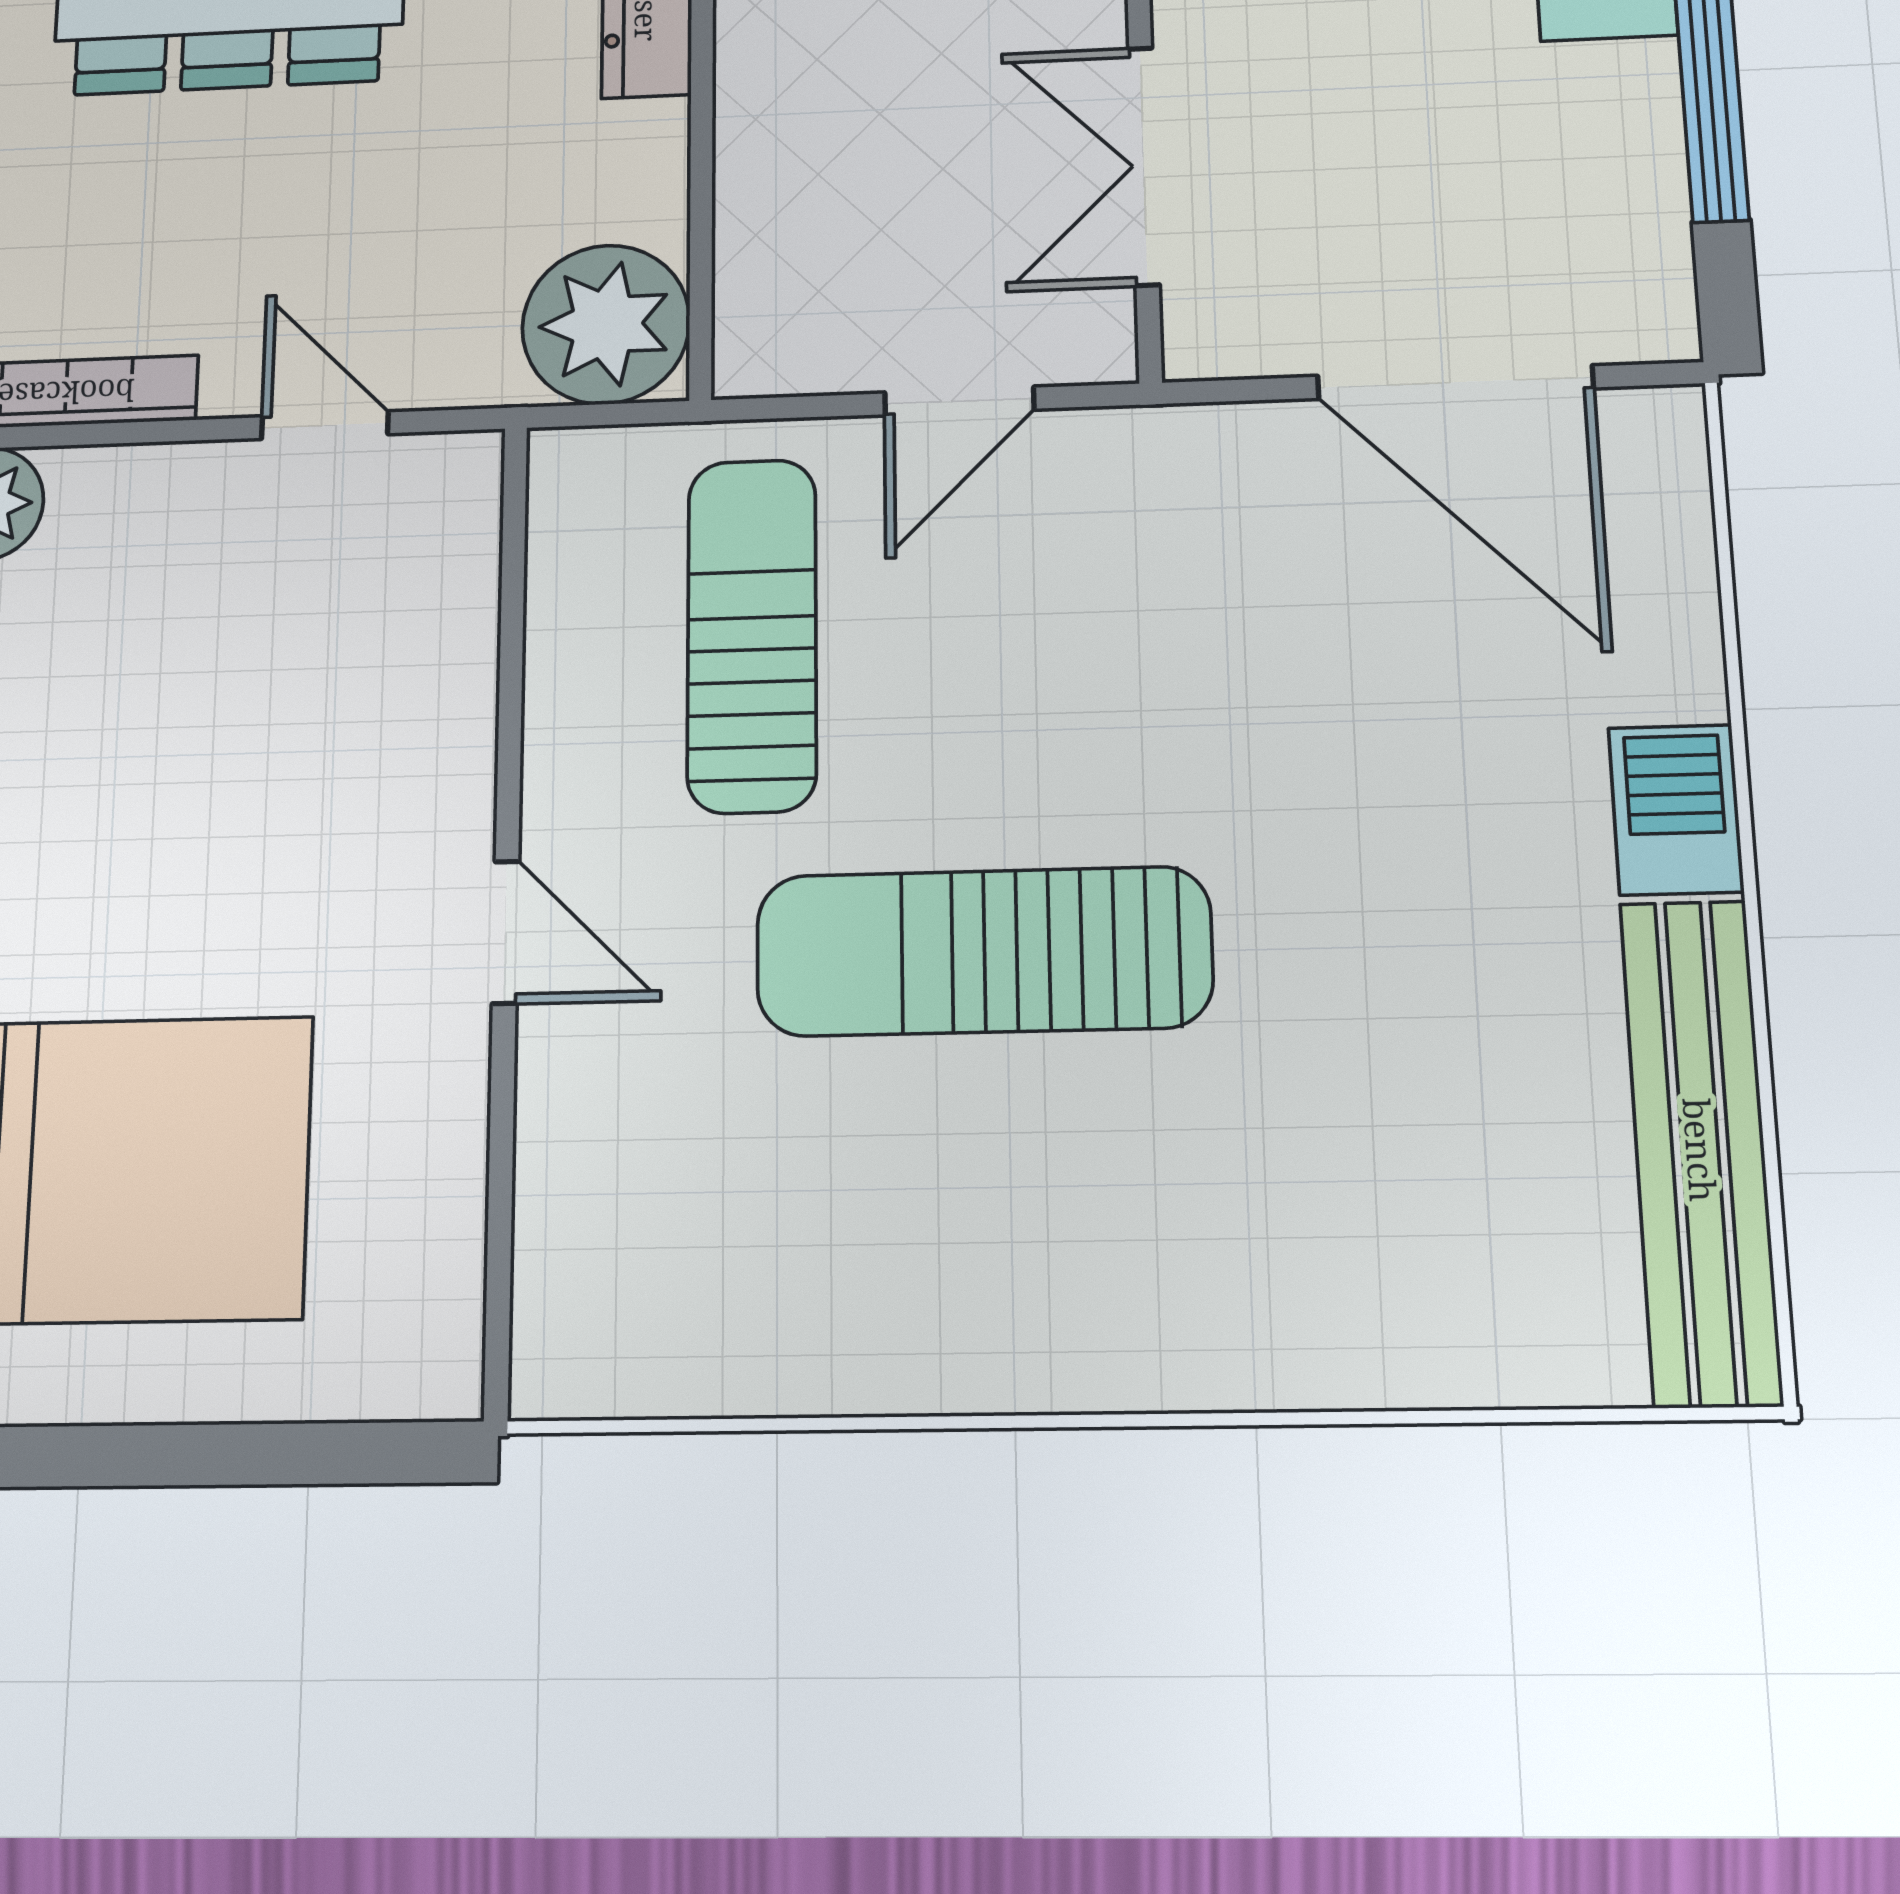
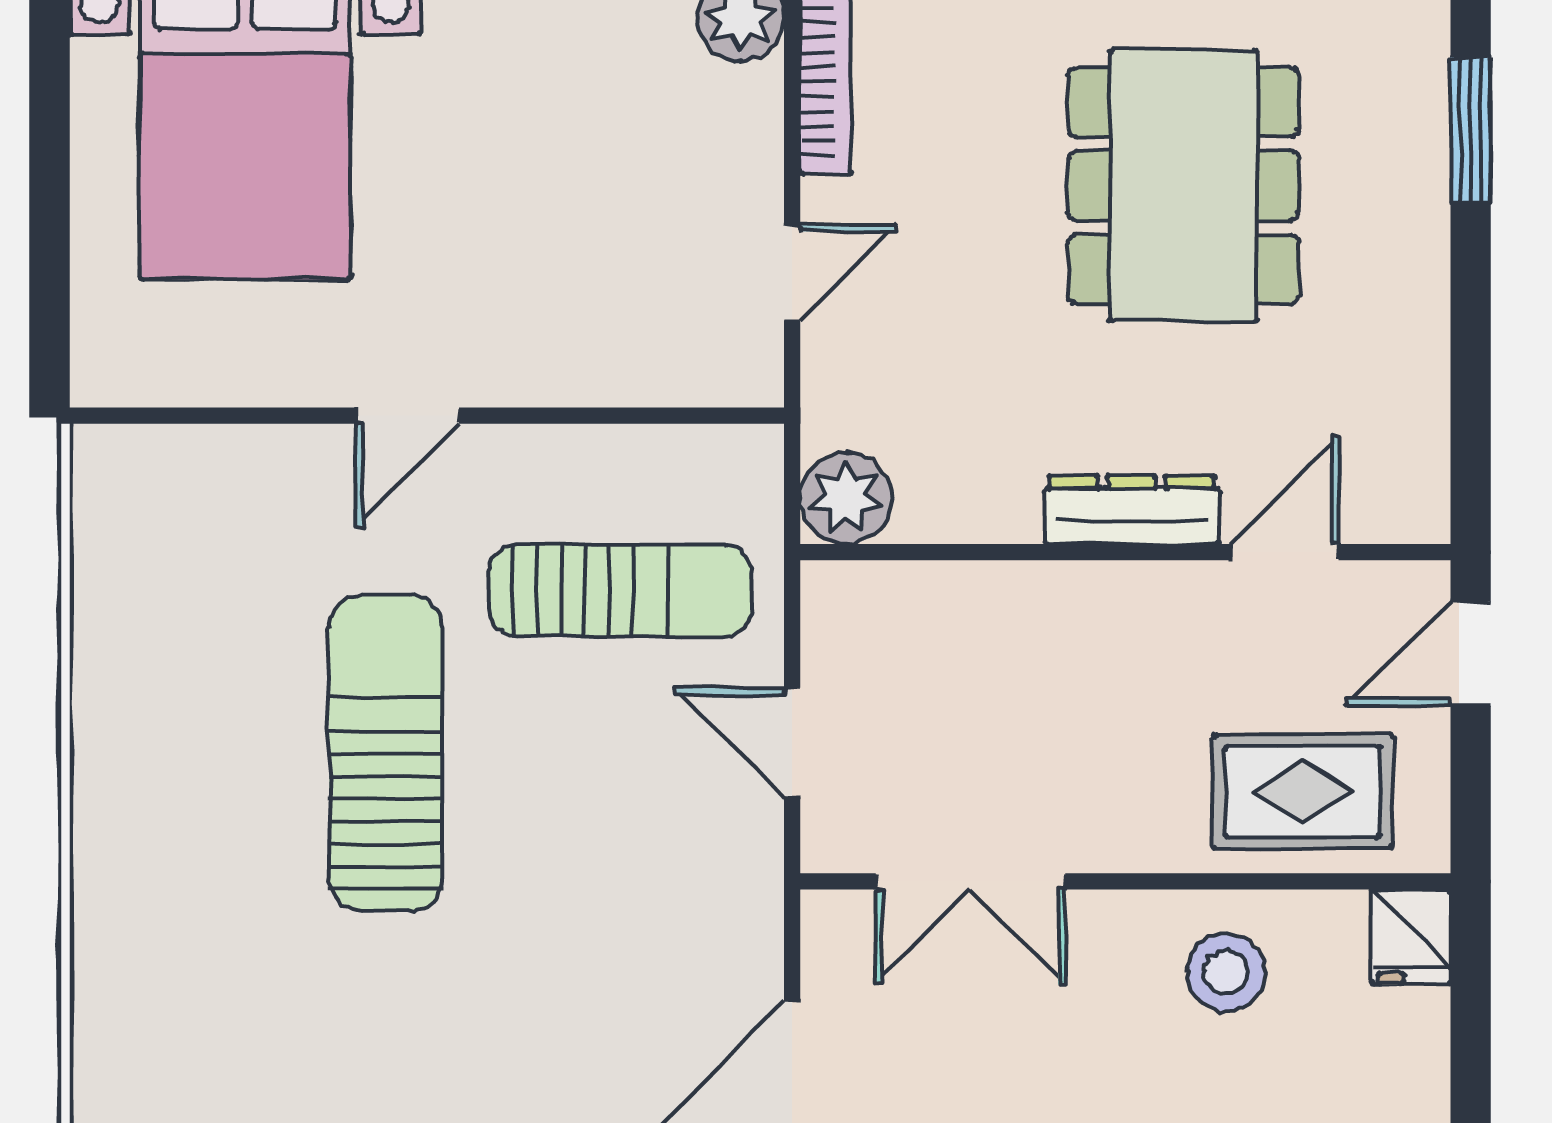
double door: (1144, 166) -> (970, 881), swing flipped
plant: (606, 324) -> (846, 498), width x0.73, depth x0.73

